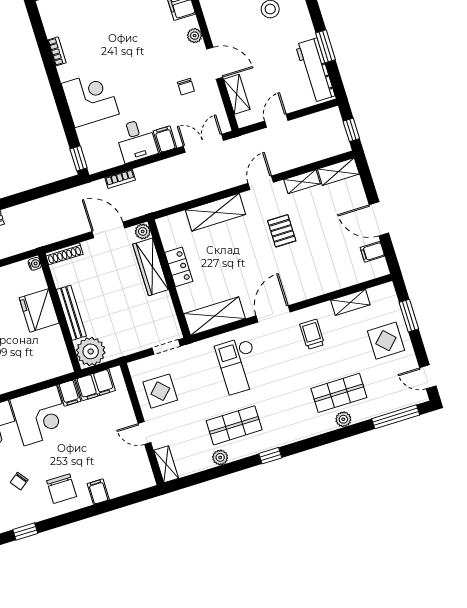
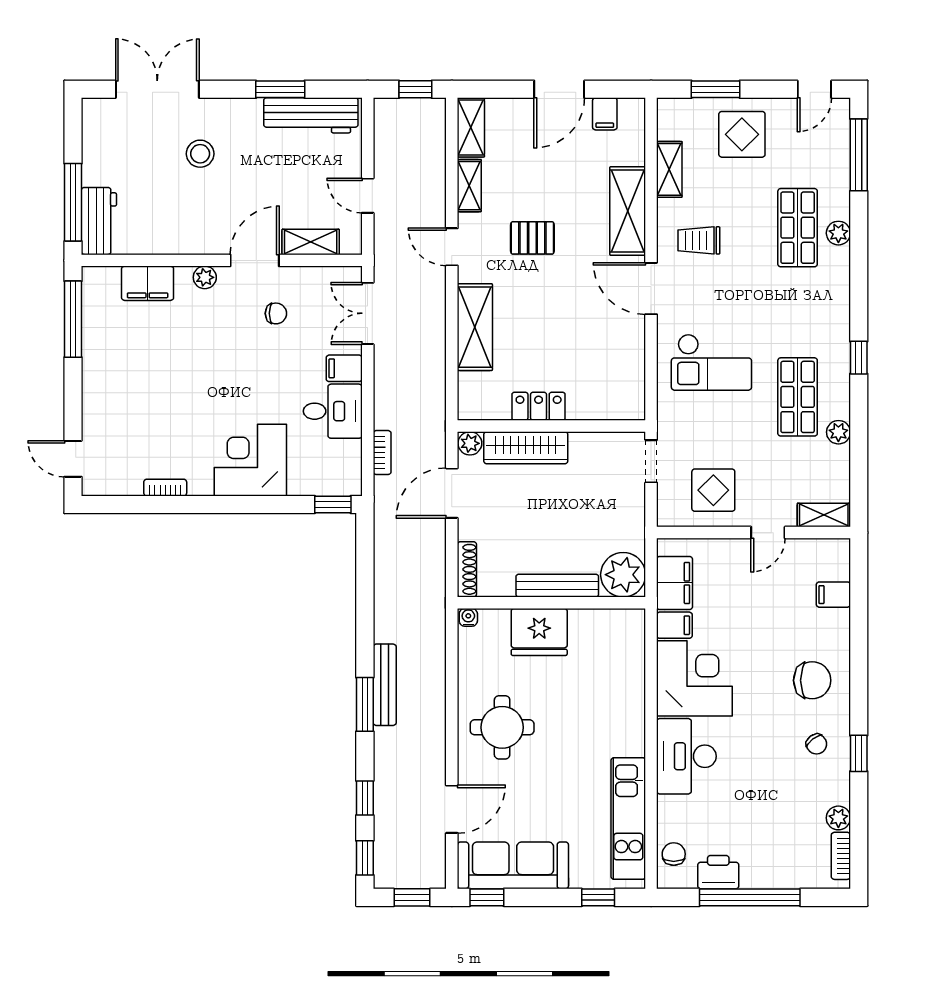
shelving: (215, 316) -> (628, 211), moved
chair: (19, 481) -> (816, 744), moved
filing cabinet: (98, 492) -> (833, 595), moved

